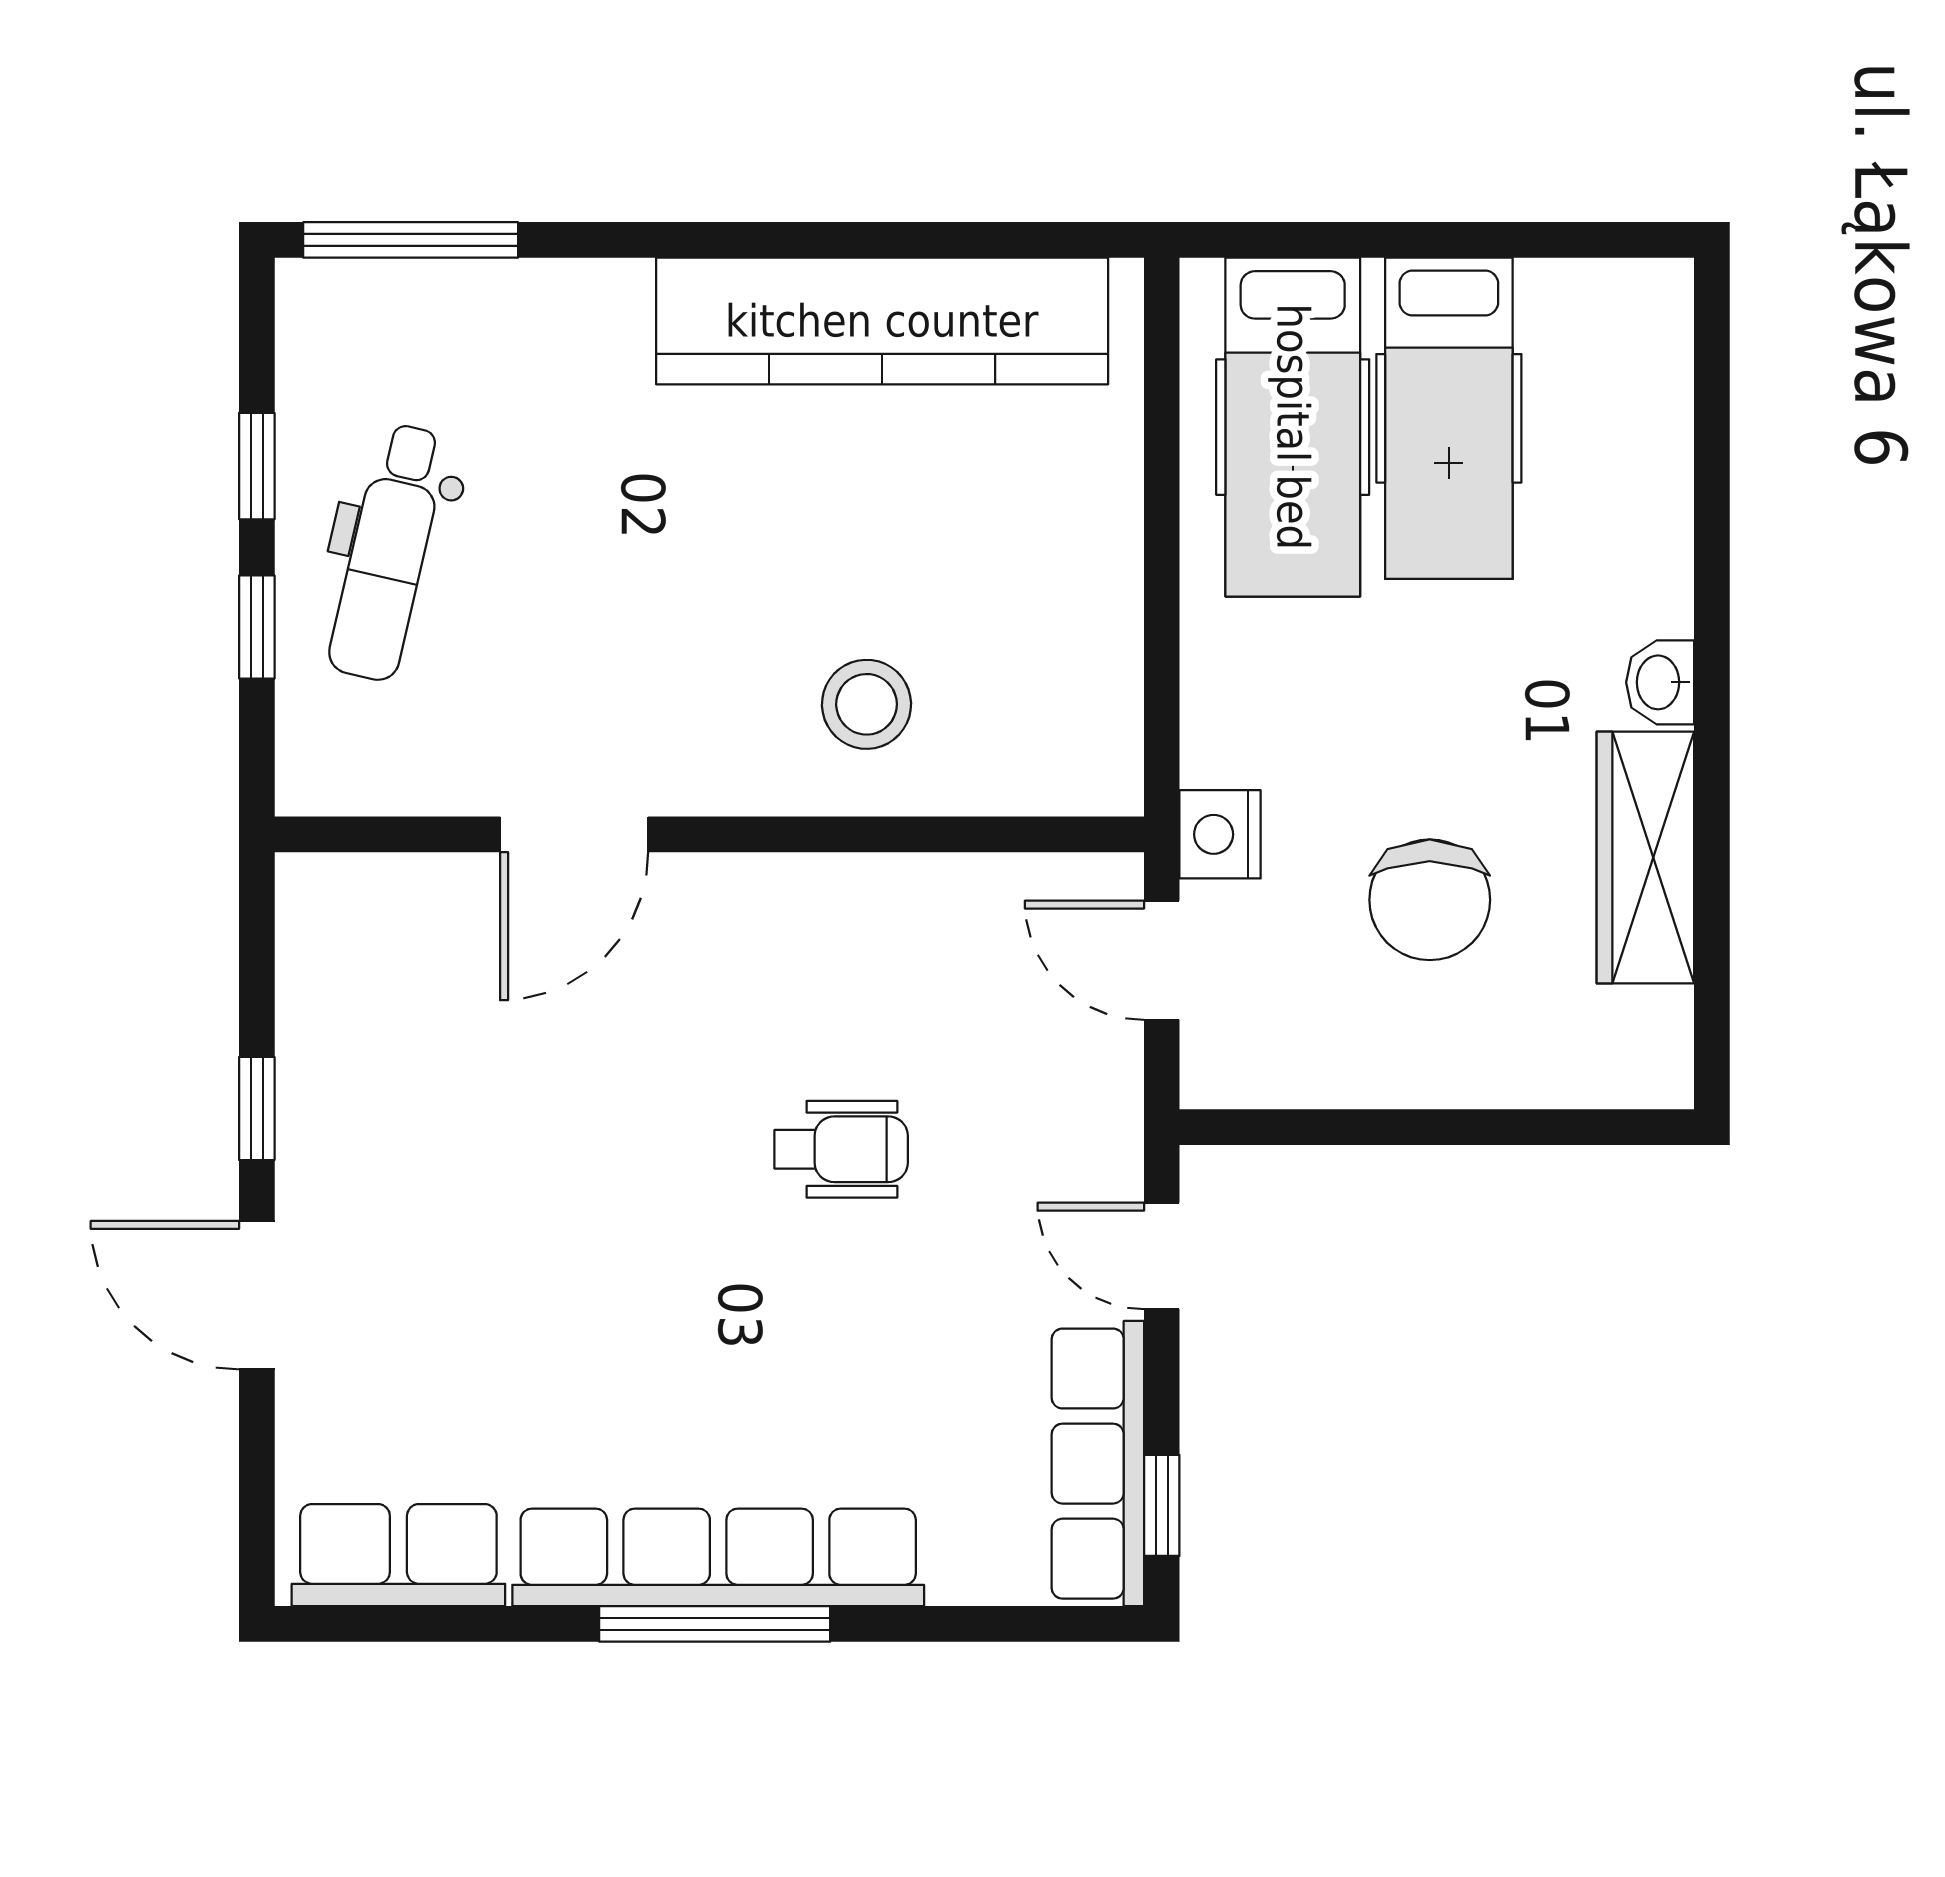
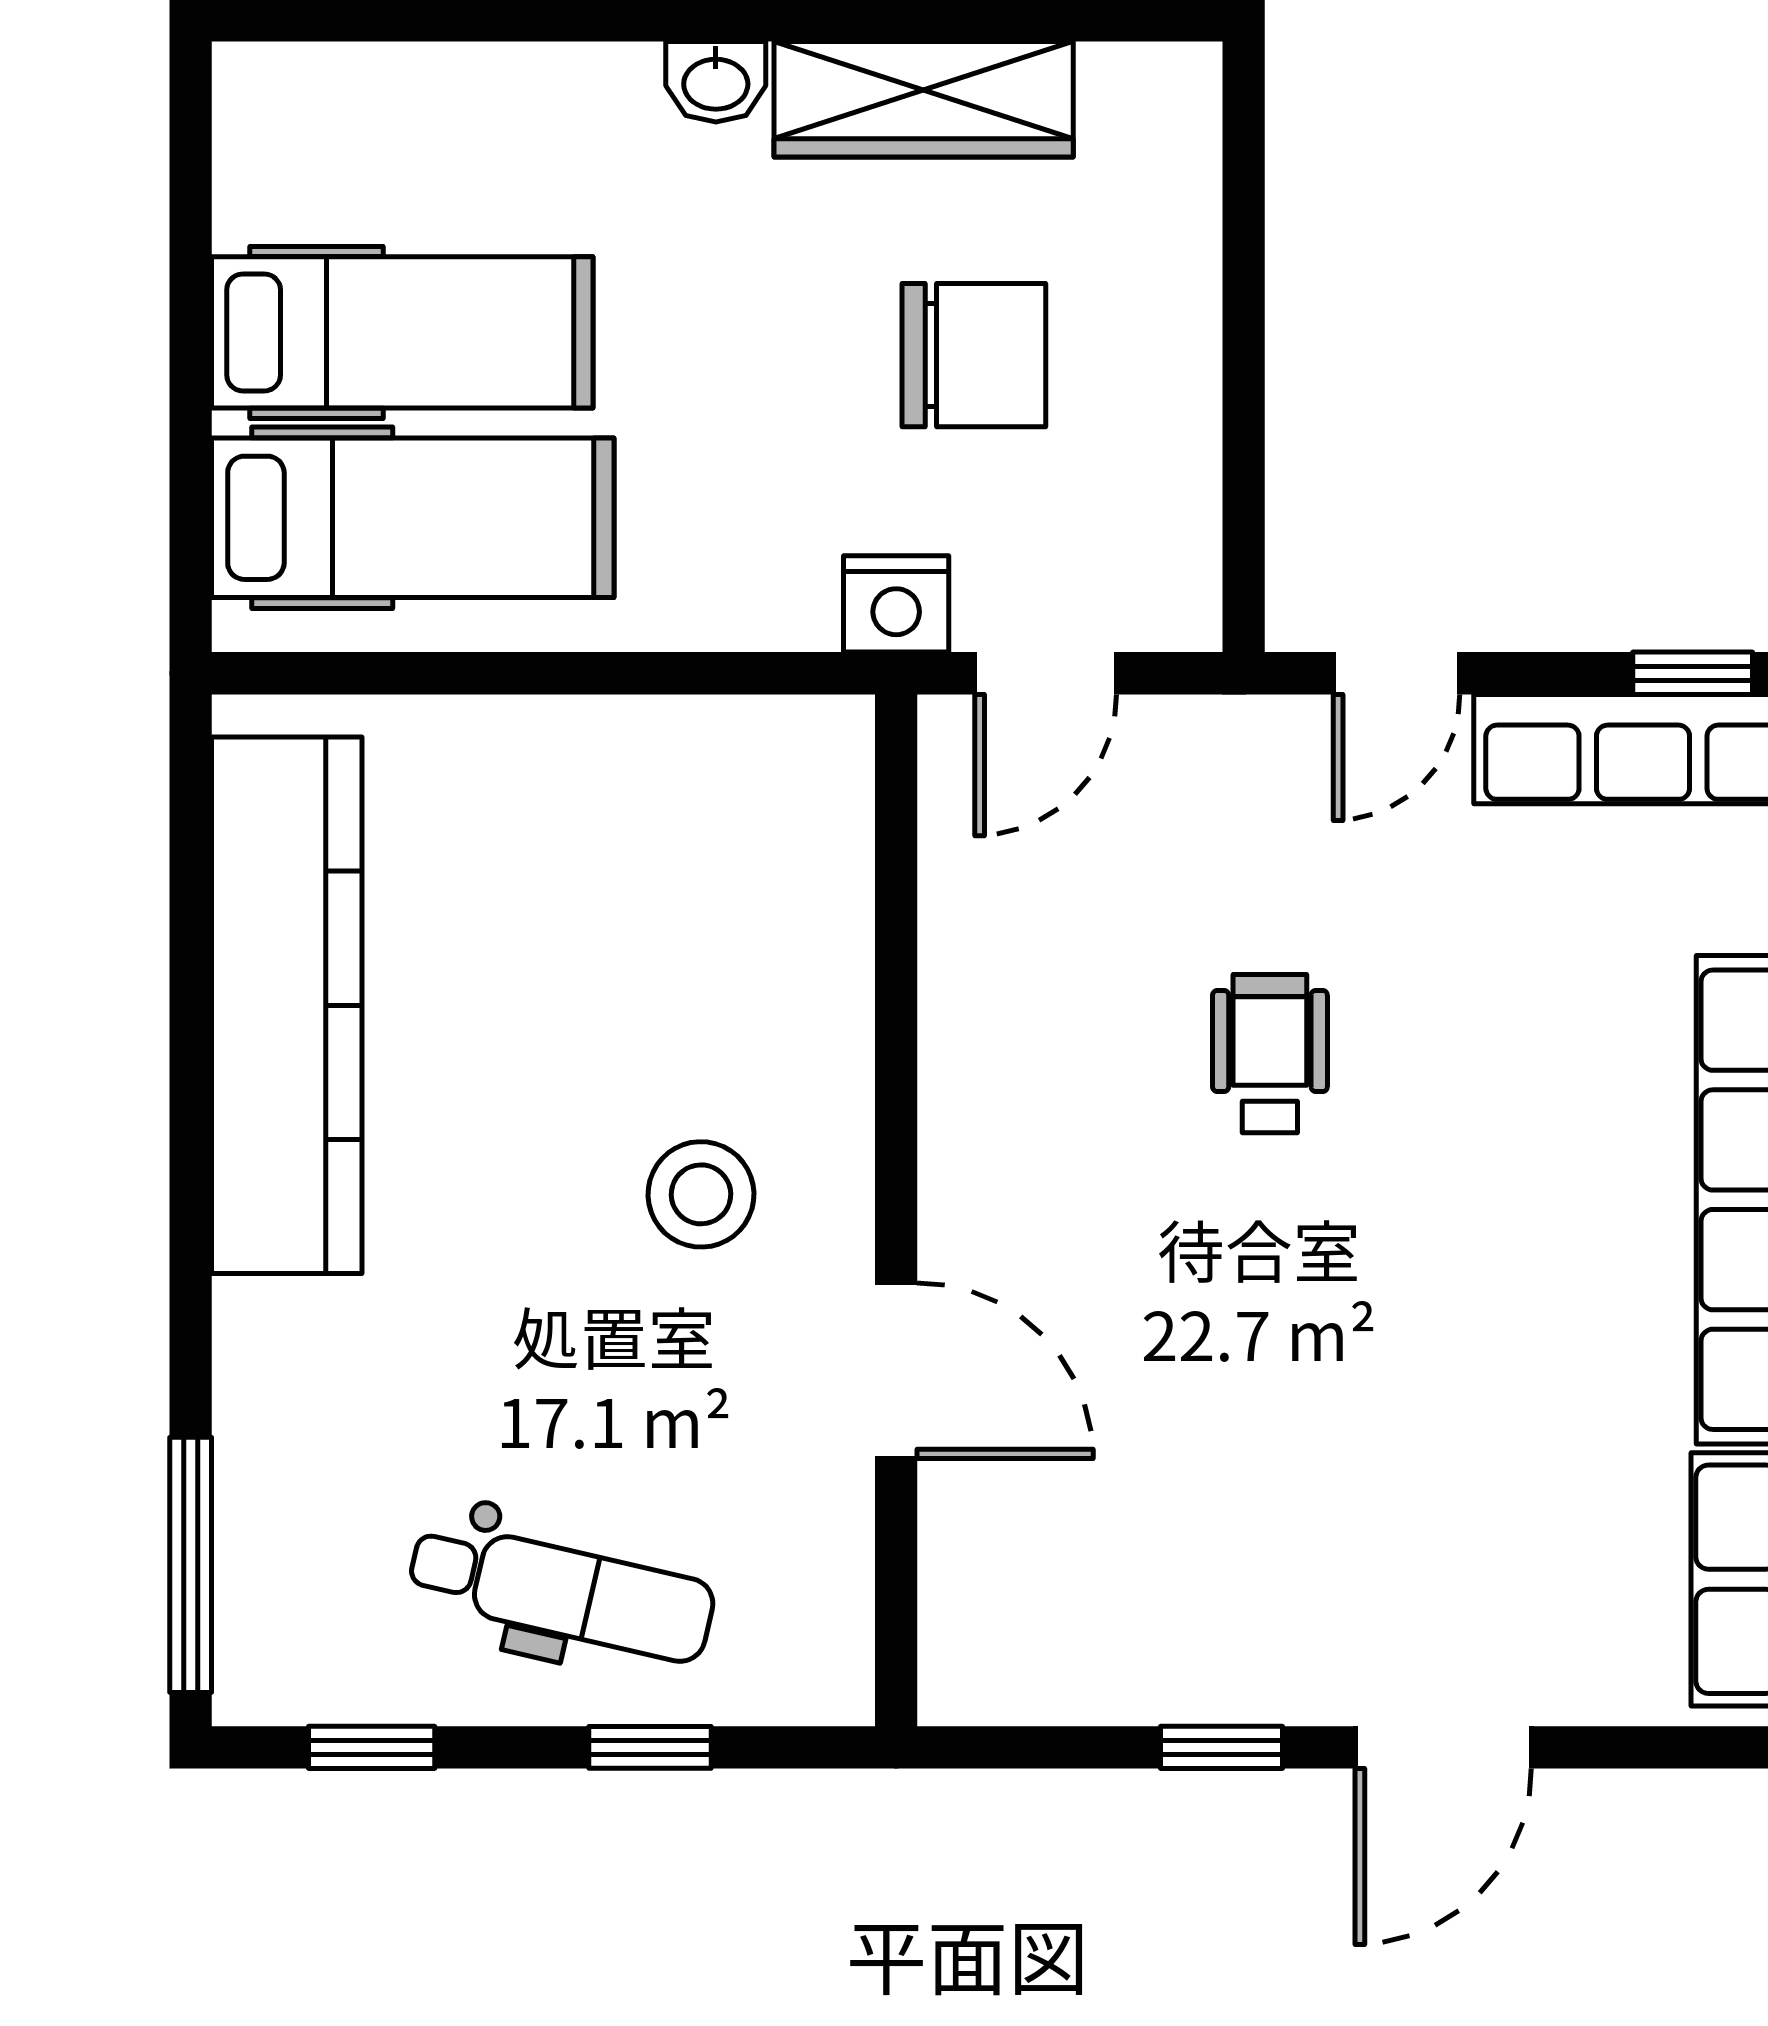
window: (257, 466) -> (372, 1747), moved
stool: (867, 704) -> (701, 1194), moved

